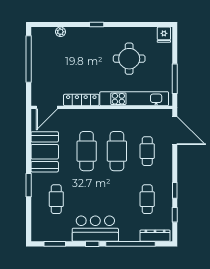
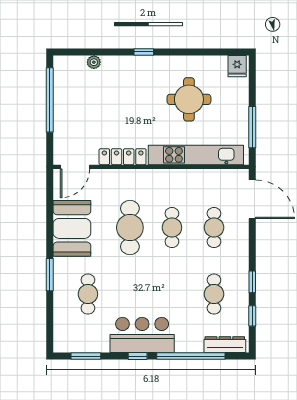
cafe table: (117, 151) -> (172, 228), width x0.73, depth x0.74

